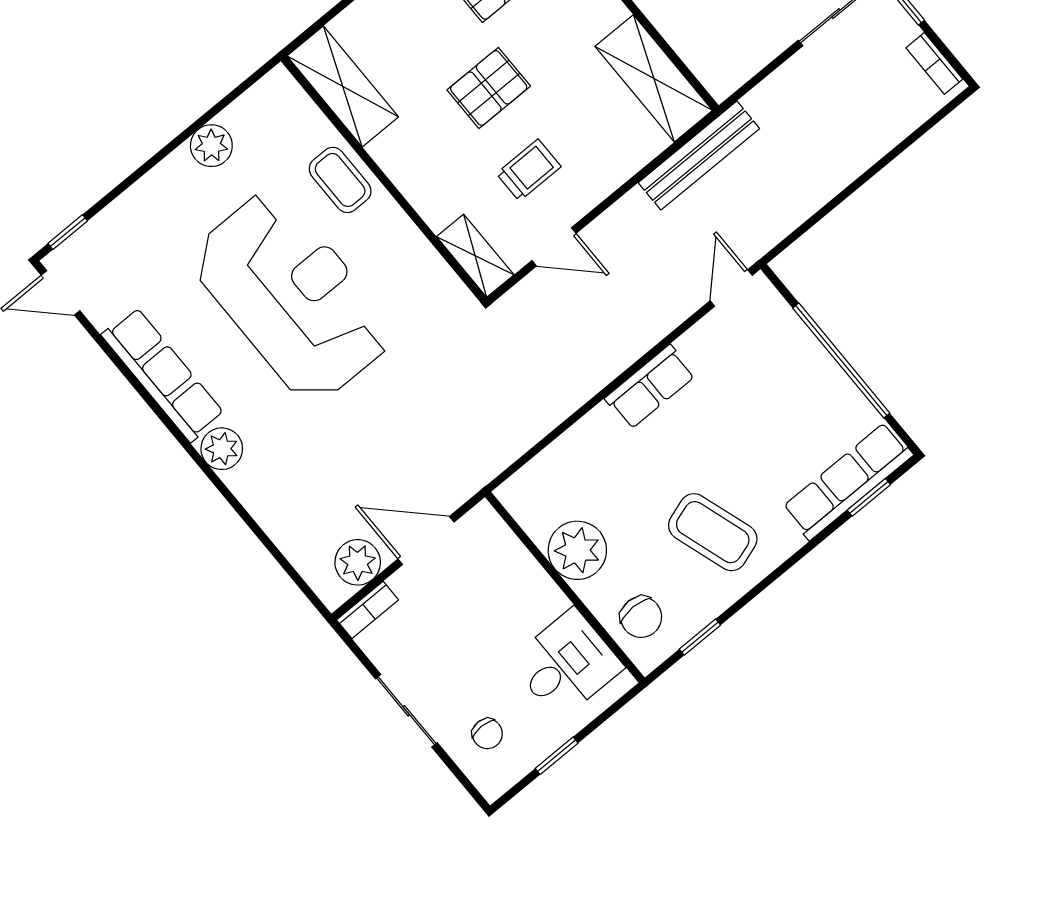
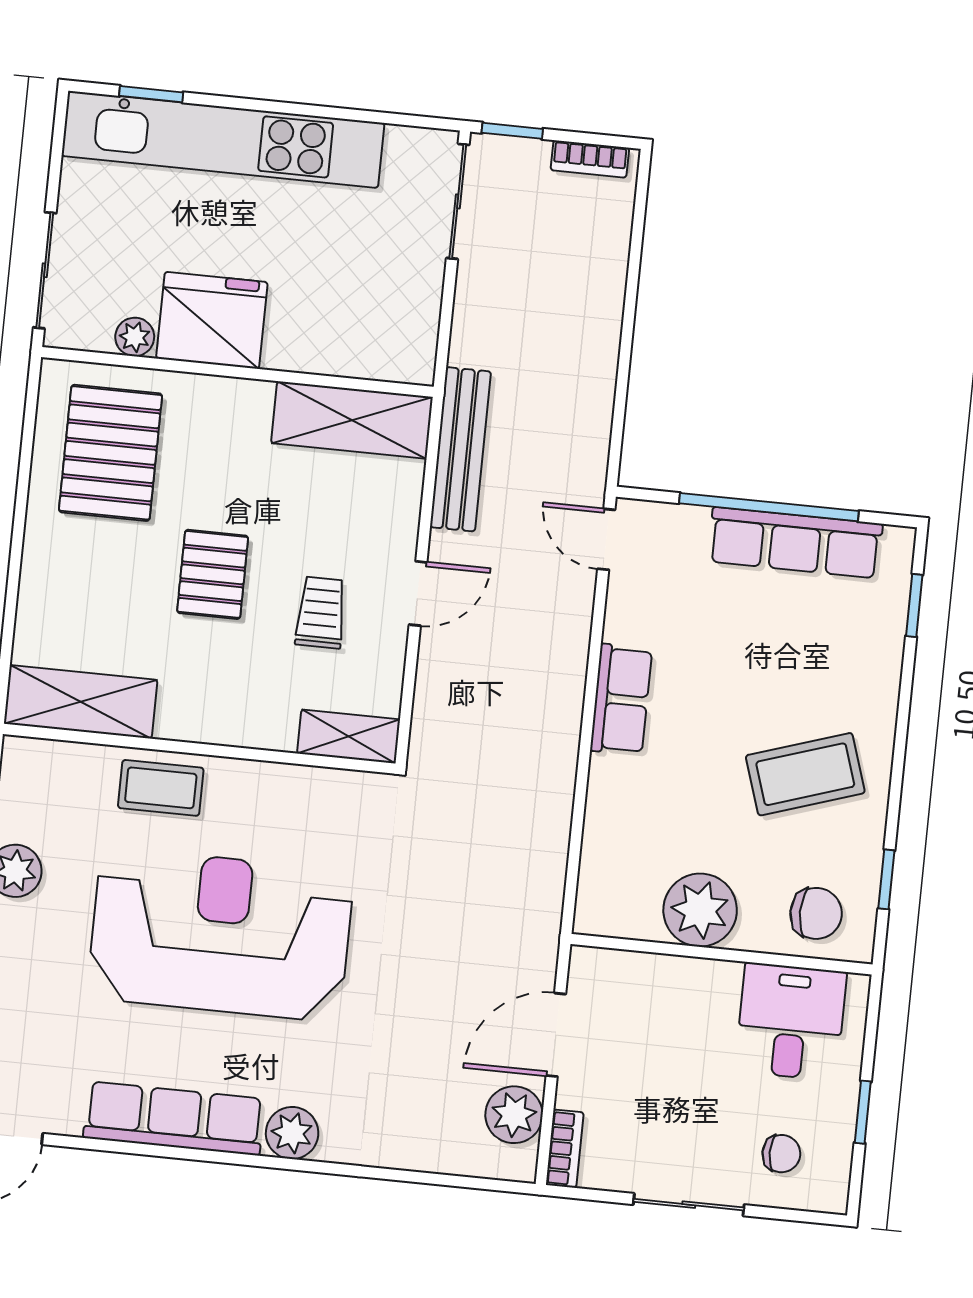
door: (554, 247) -> (418, 593), moved
row of seats: (848, 481) -> (795, 543), moved, turned -90

